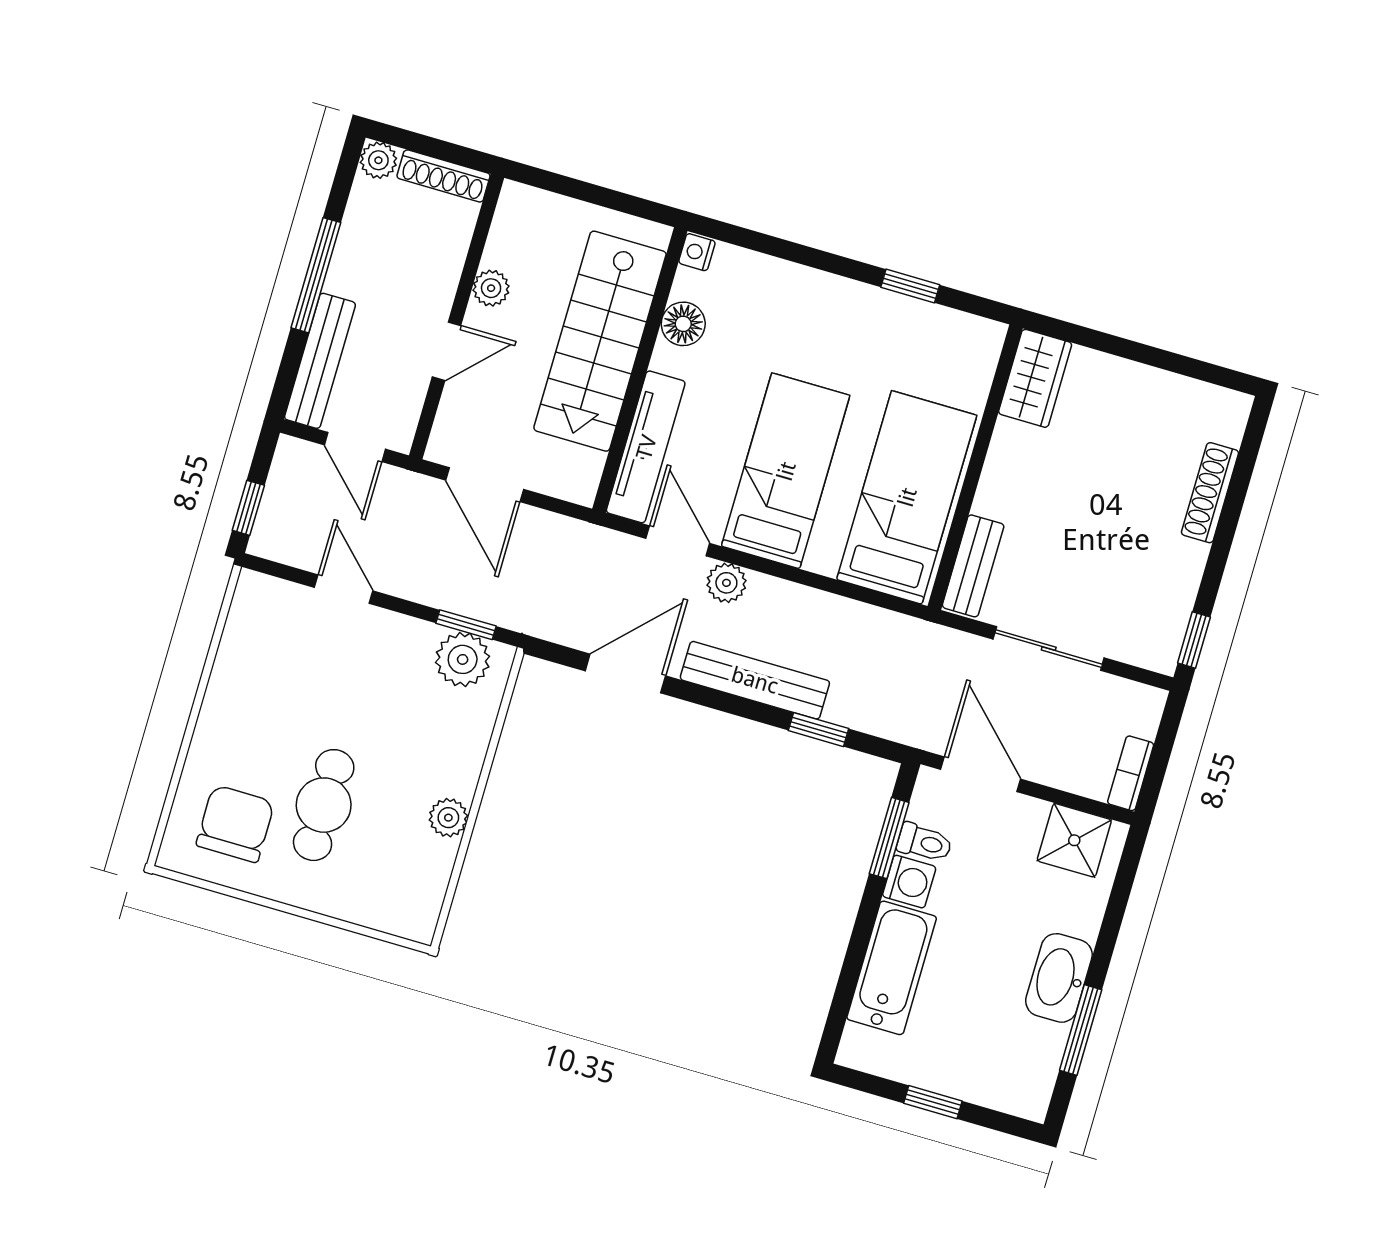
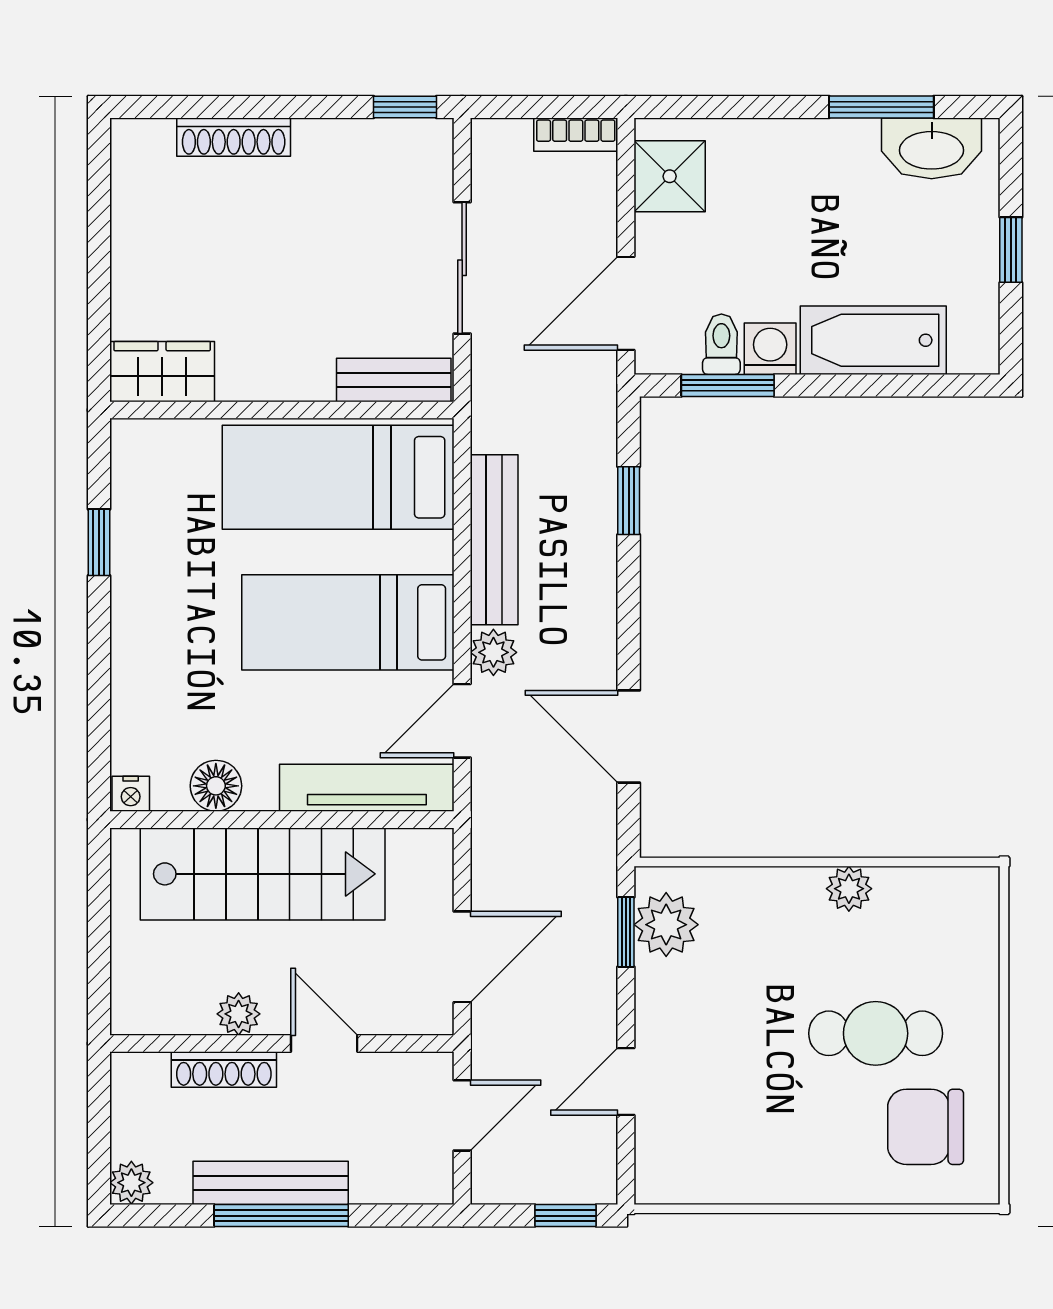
shoe rack: (444, 176) -> (224, 1070), moved, turned 90
bench: (320, 361) -> (271, 1183), moved
bench: (755, 680) -> (494, 540), moved
washbasin: (1059, 978) -> (932, 148), moved

